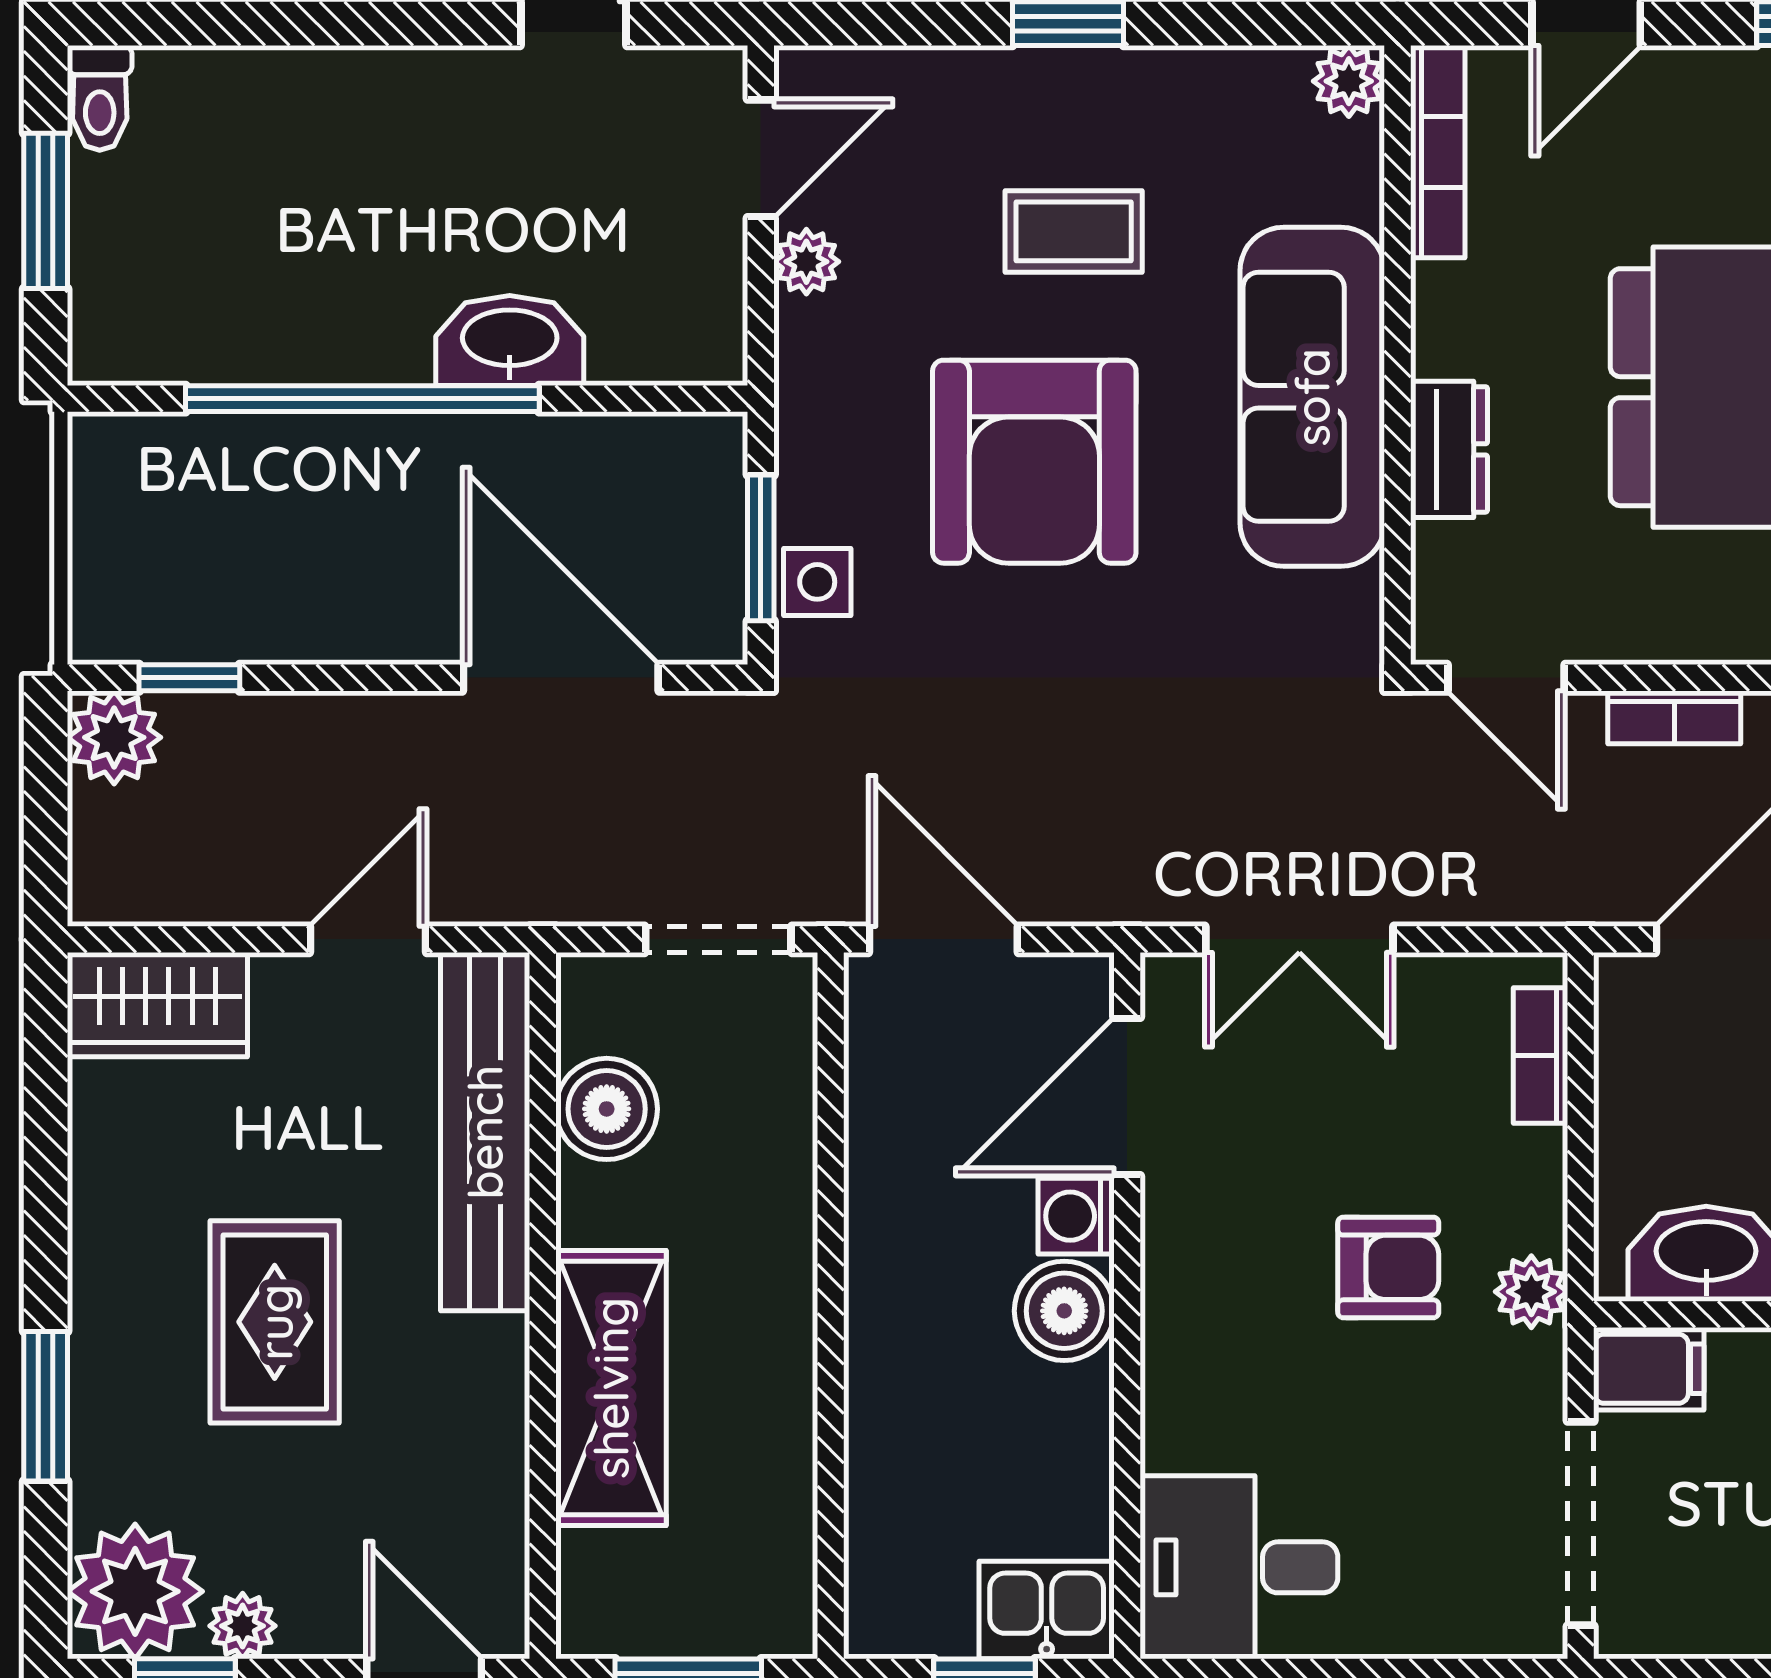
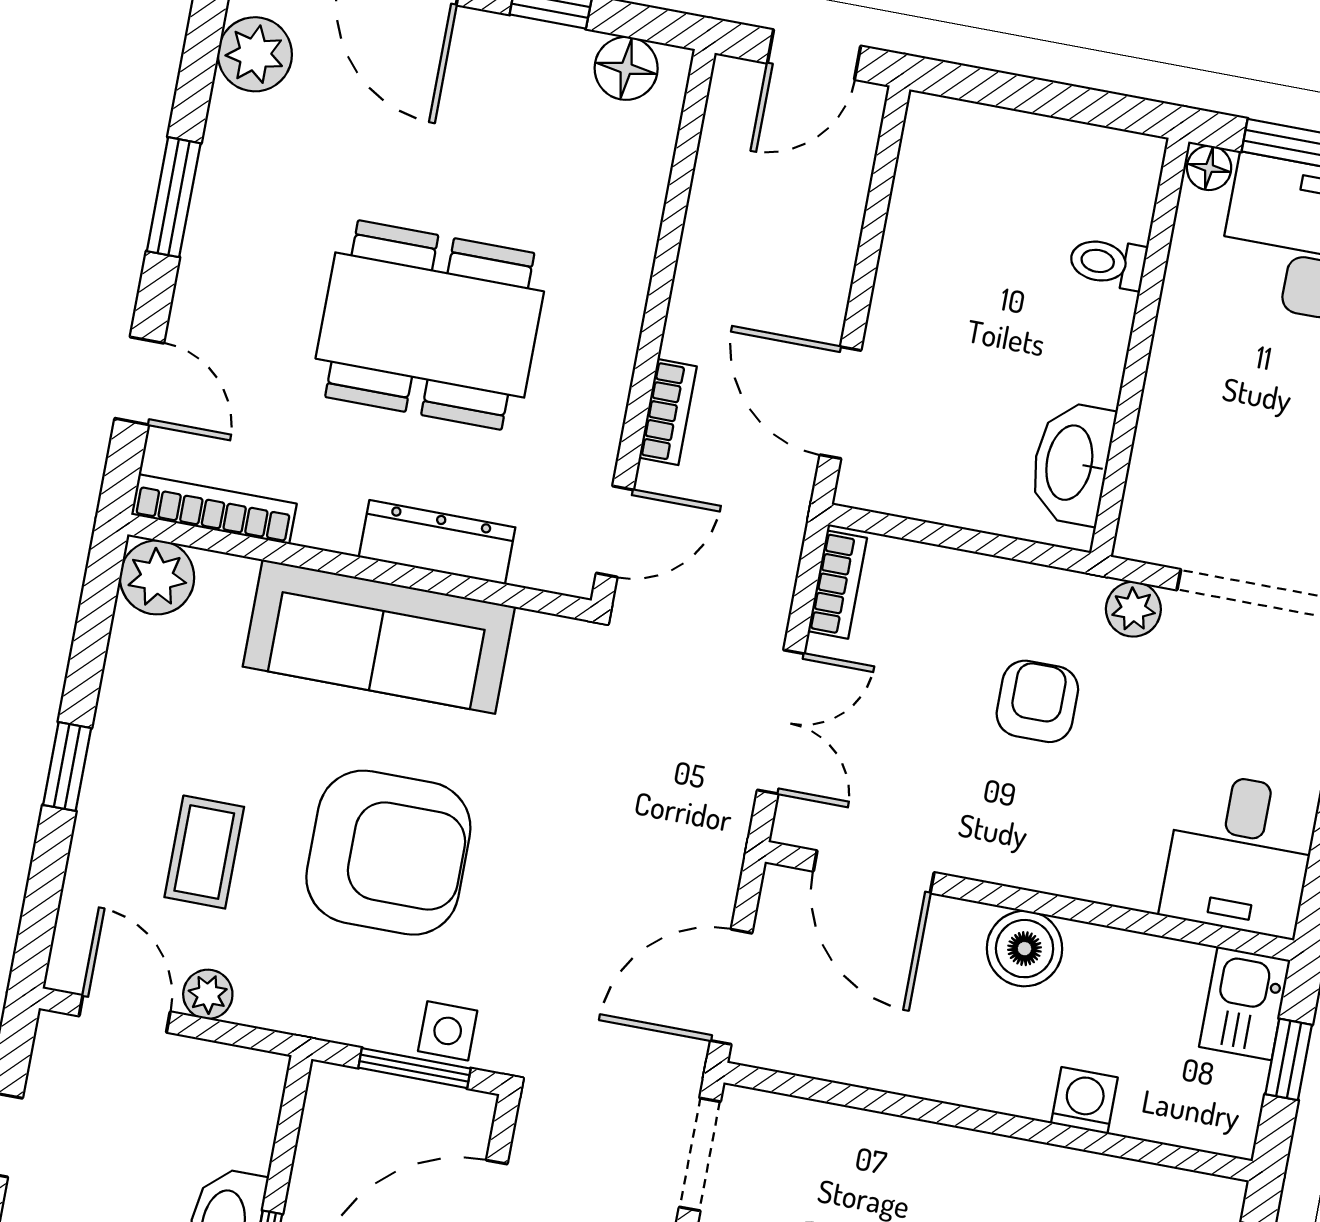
plant: (1349, 81) -> (157, 577), width x1.38, depth x1.38
coffee table: (1074, 231) -> (204, 852), moved
dresser: (1449, 449) -> (437, 542), width x1.44
bookcase: (1540, 1056) -> (837, 585), moved, turned -90
washing machine: (1076, 1216) -> (1084, 1100), moved, turned 180
plant: (1531, 1292) -> (1133, 609), moved
filing cabinet: (1649, 1369) -> (1149, 522), removed

